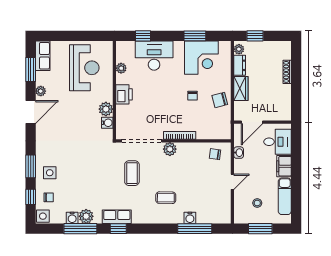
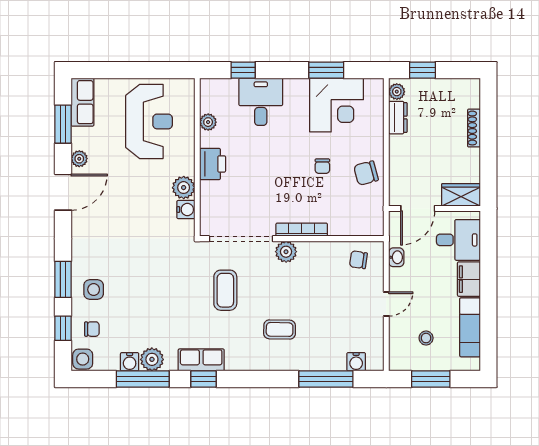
desk: (154, 56) -> (261, 102), width x0.73
wardrobe: (241, 89) -> (461, 195), moved, turned -90
water cooler: (190, 218) -> (356, 362), moved

